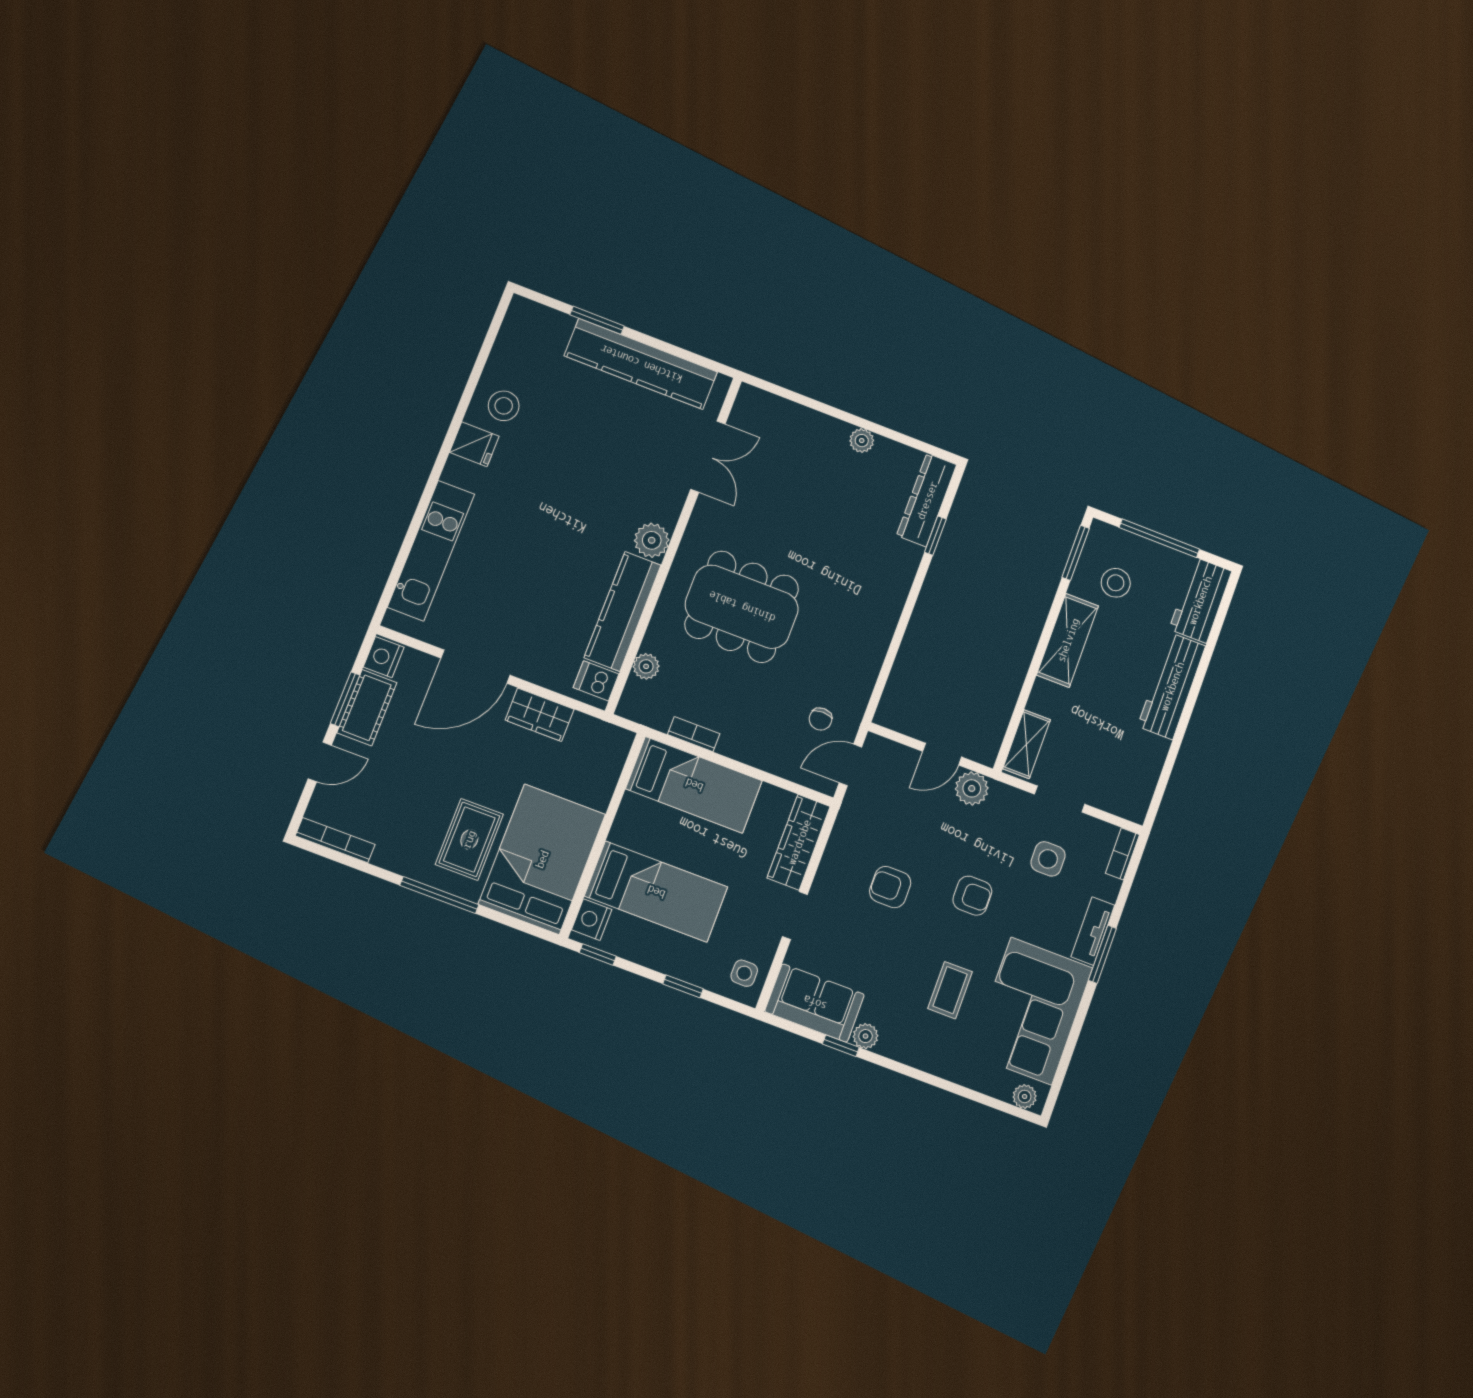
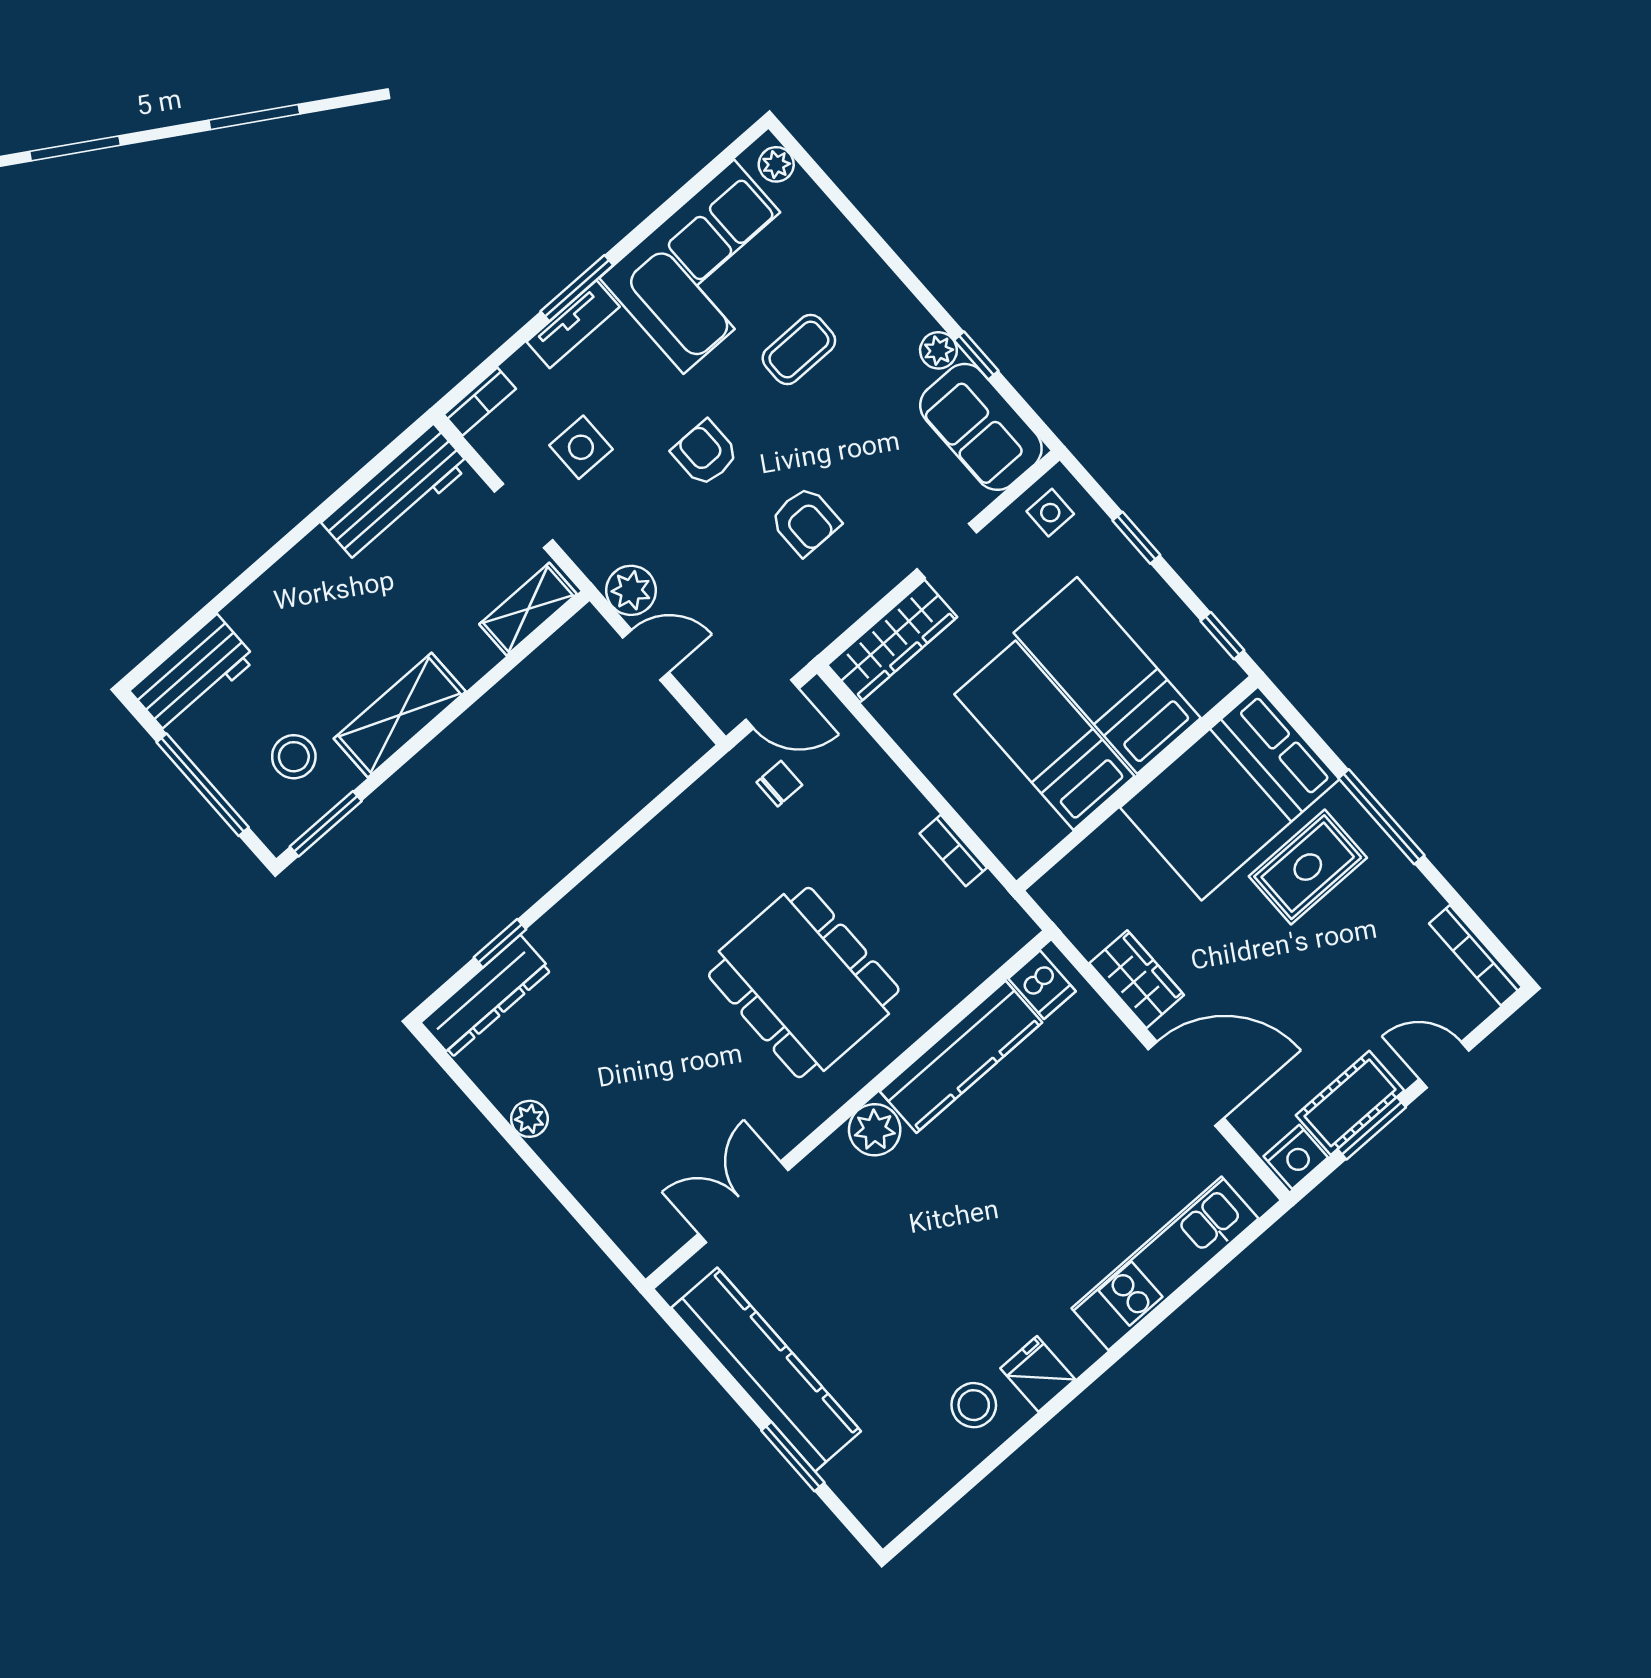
plant: (646, 666) -> (968, 970), removed
workbench: (1172, 686) -> (396, 494), moved
bed: (694, 785) -> (1044, 735), moved
nightstand: (592, 920) -> (1207, 684), removed

